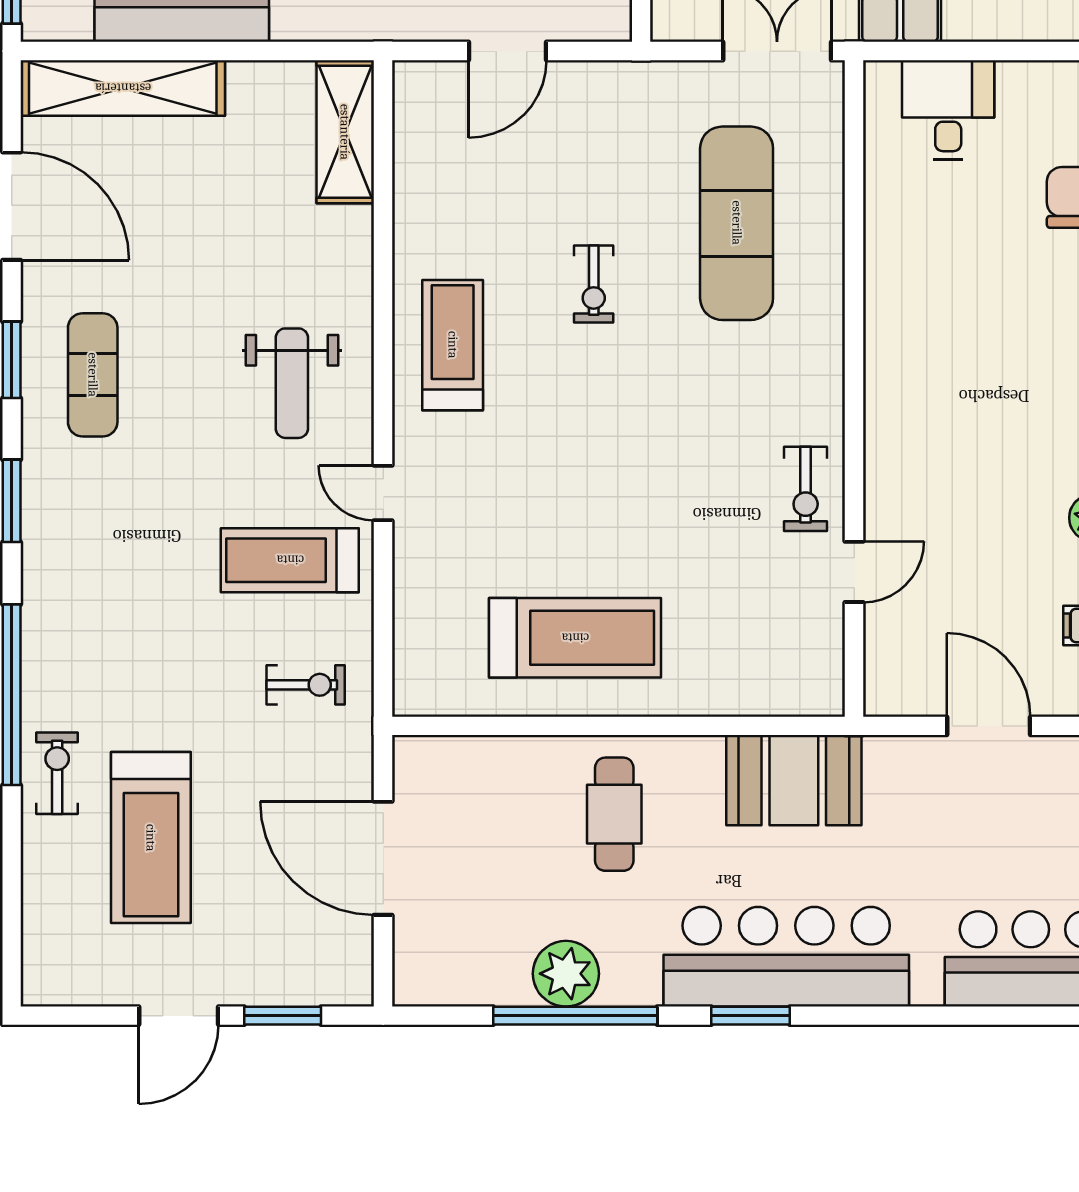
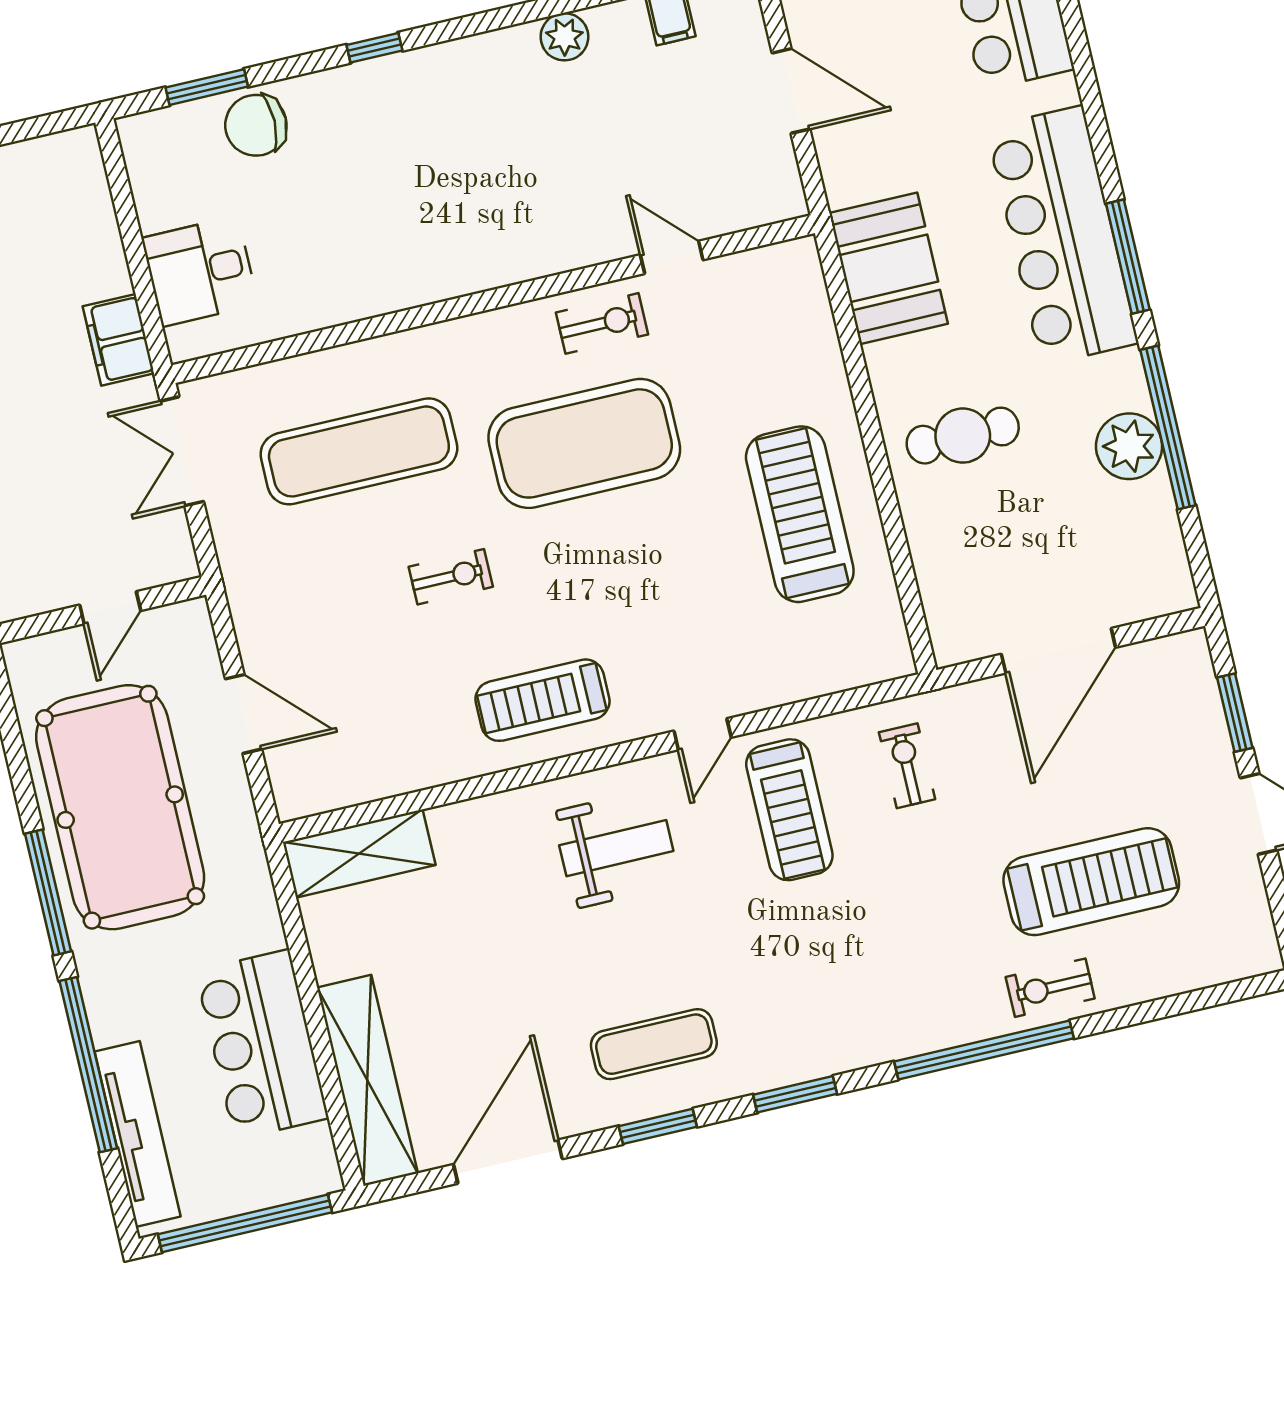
exercise mat: (693, 444) -> (584, 443), added
door: (989, 726) -> (791, 91), swing flipped
window: (751, 1016) -> (1128, 257), width x1.44

